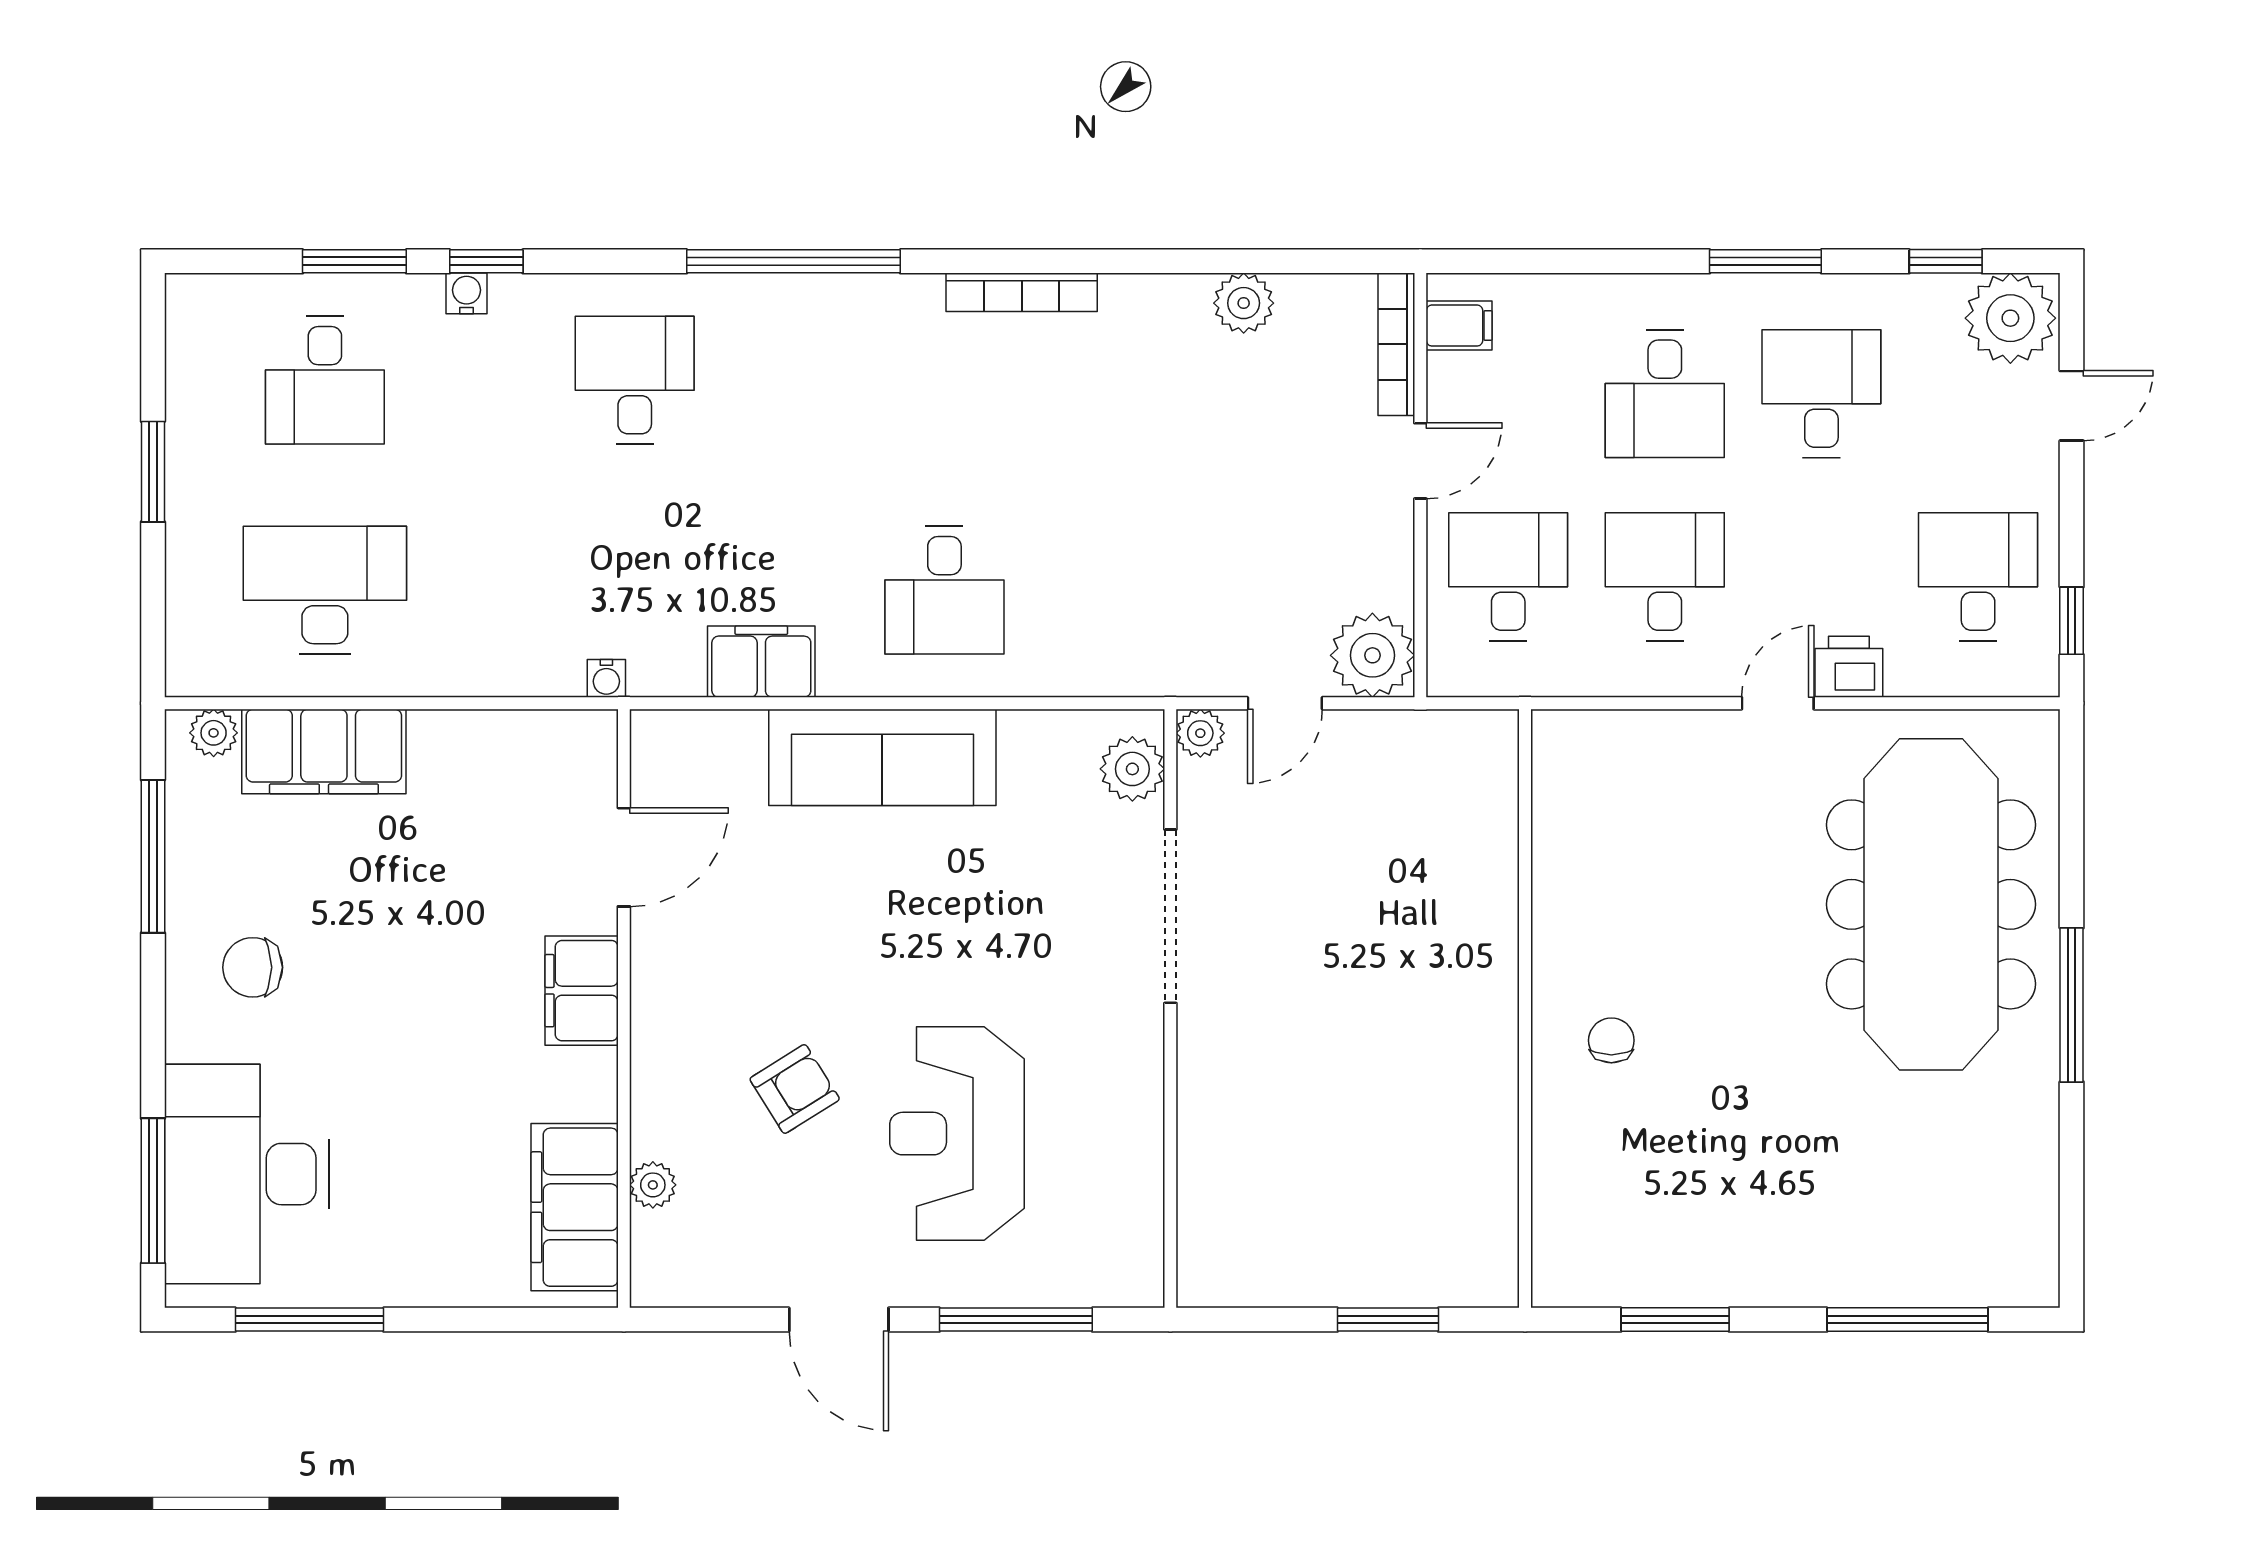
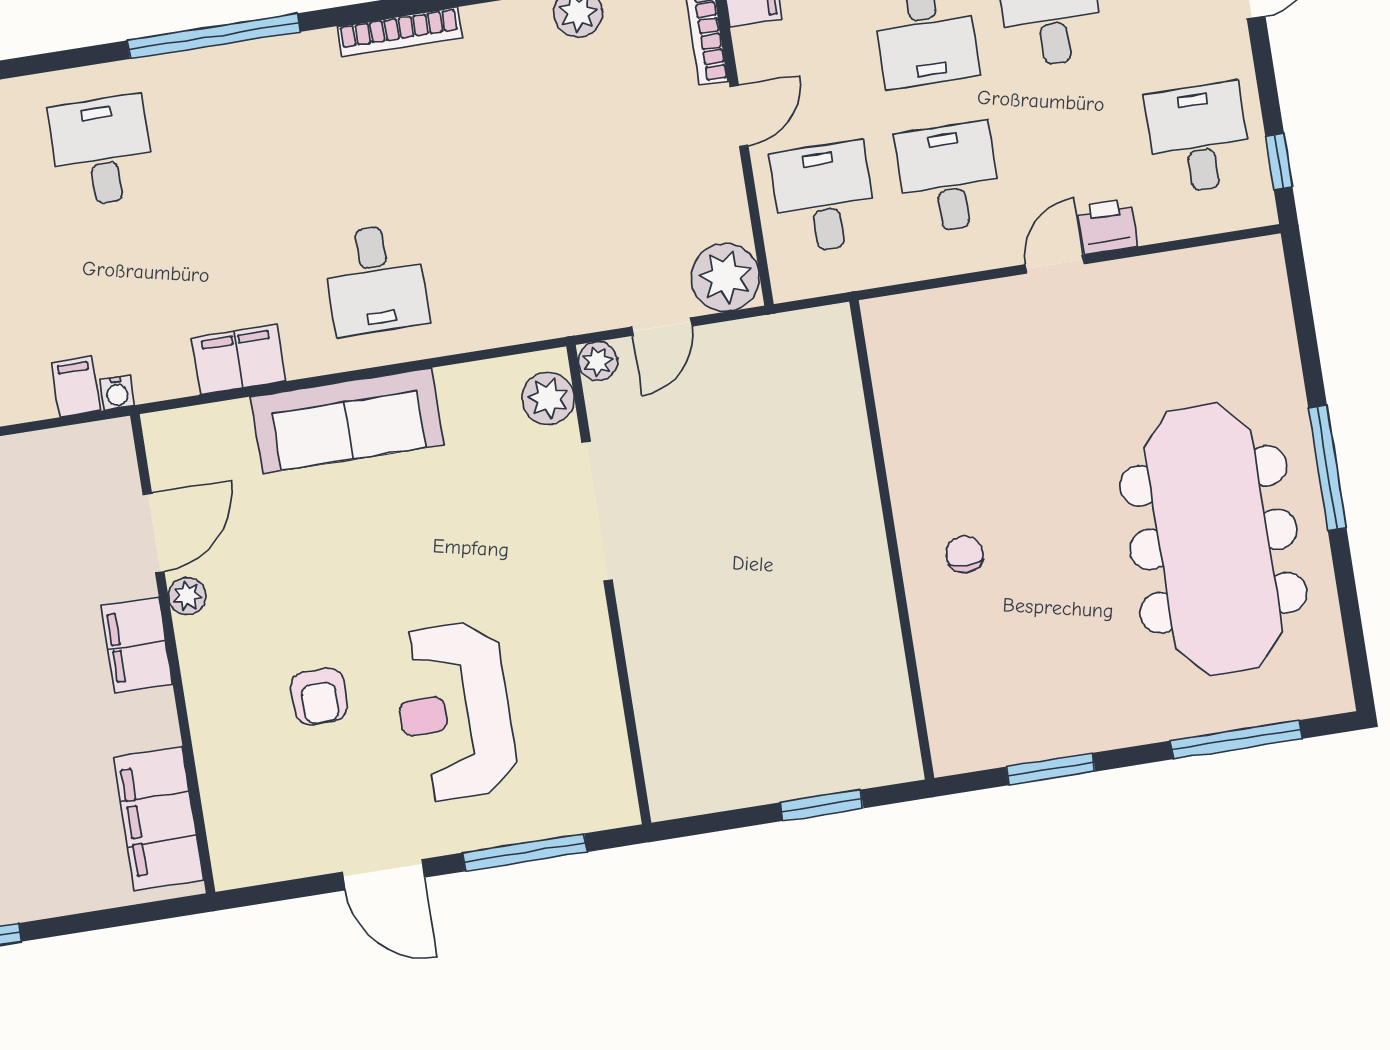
filing cabinet: (557, 663) -> (76, 387), added
meeting table: (1931, 904) -> (1213, 539), moved
armchair: (795, 1089) -> (319, 696), turned 122
plant: (653, 1185) -> (187, 596), moved

